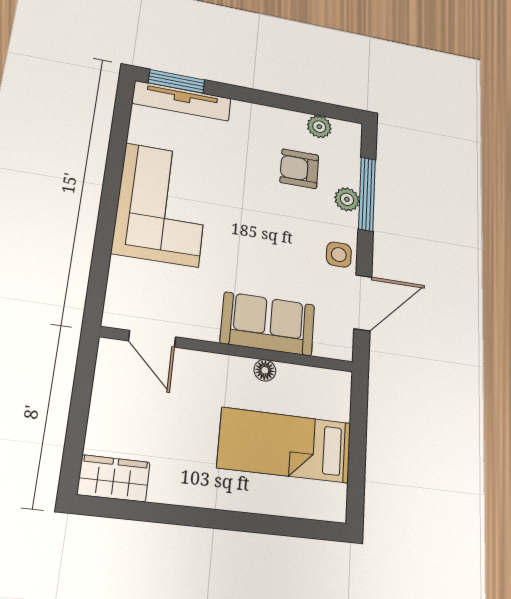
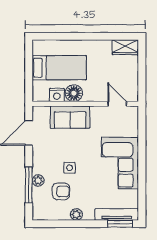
plant: (319, 127) -> (76, 215), moved
side table: (339, 255) -> (70, 168), moved
floor lamp: (265, 370) -> (74, 93), width x1.89, depth x1.89
nightstand: (295, 380) -> (57, 95), added

